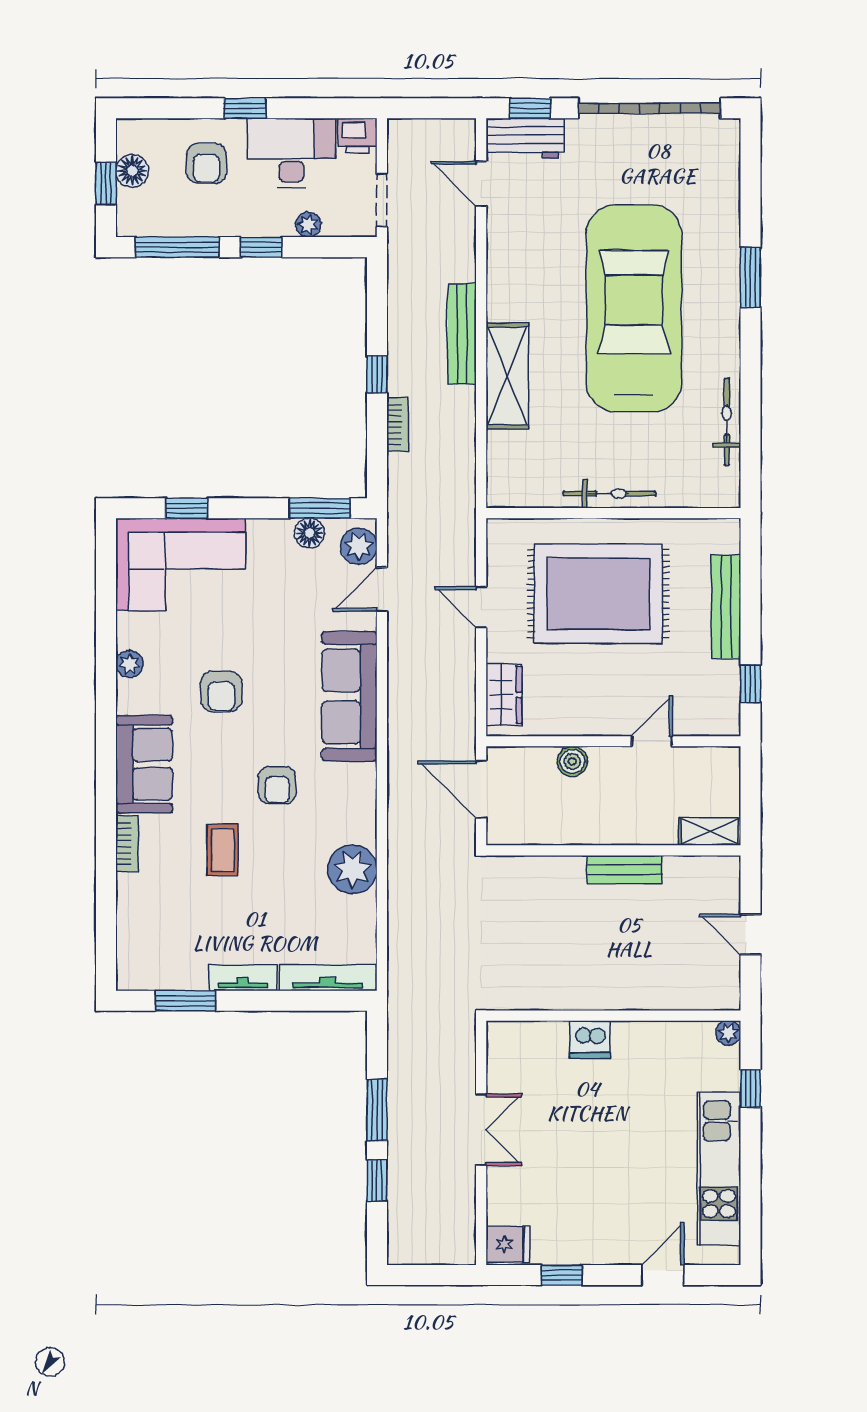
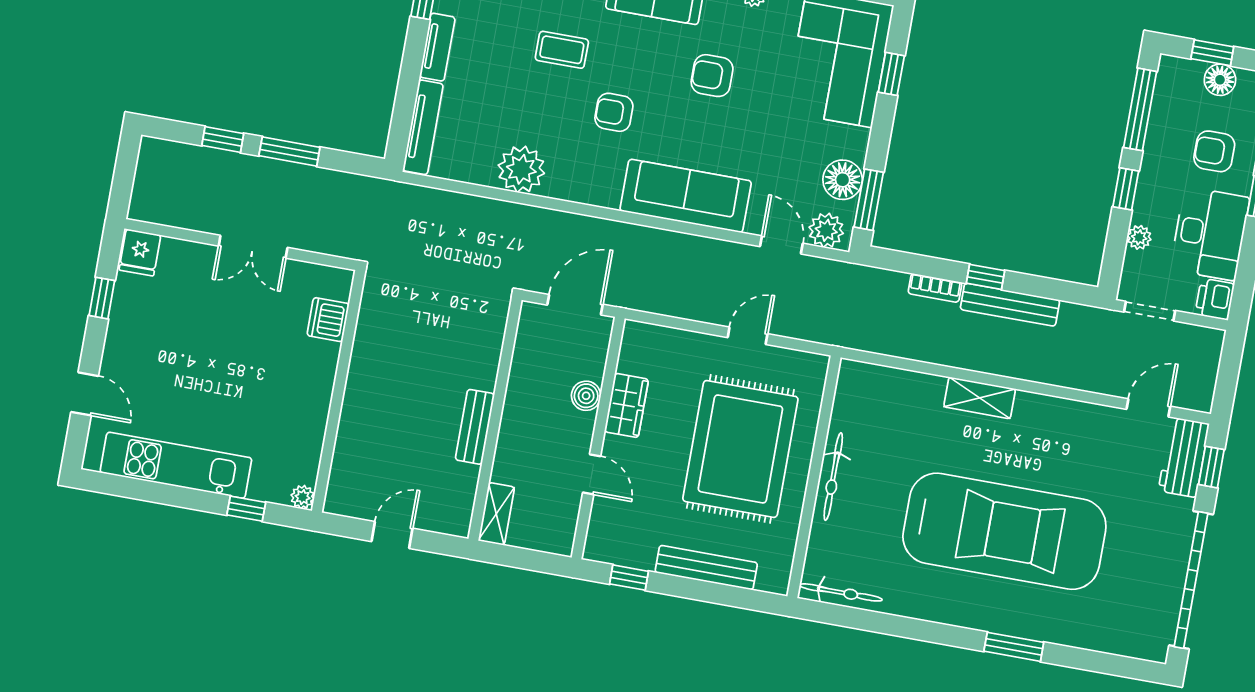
bench: (462, 334) -> (1010, 305), moved
shelving: (507, 376) -> (980, 398), width x0.67, depth x0.75
bicycle: (727, 422) -> (841, 592), moved
floor lamp: (310, 533) -> (843, 180), width x1.38, depth x1.38
wardrobe: (504, 695) -> (626, 405), moved, turned -90
dishwasher: (590, 1039) -> (328, 320), moved

